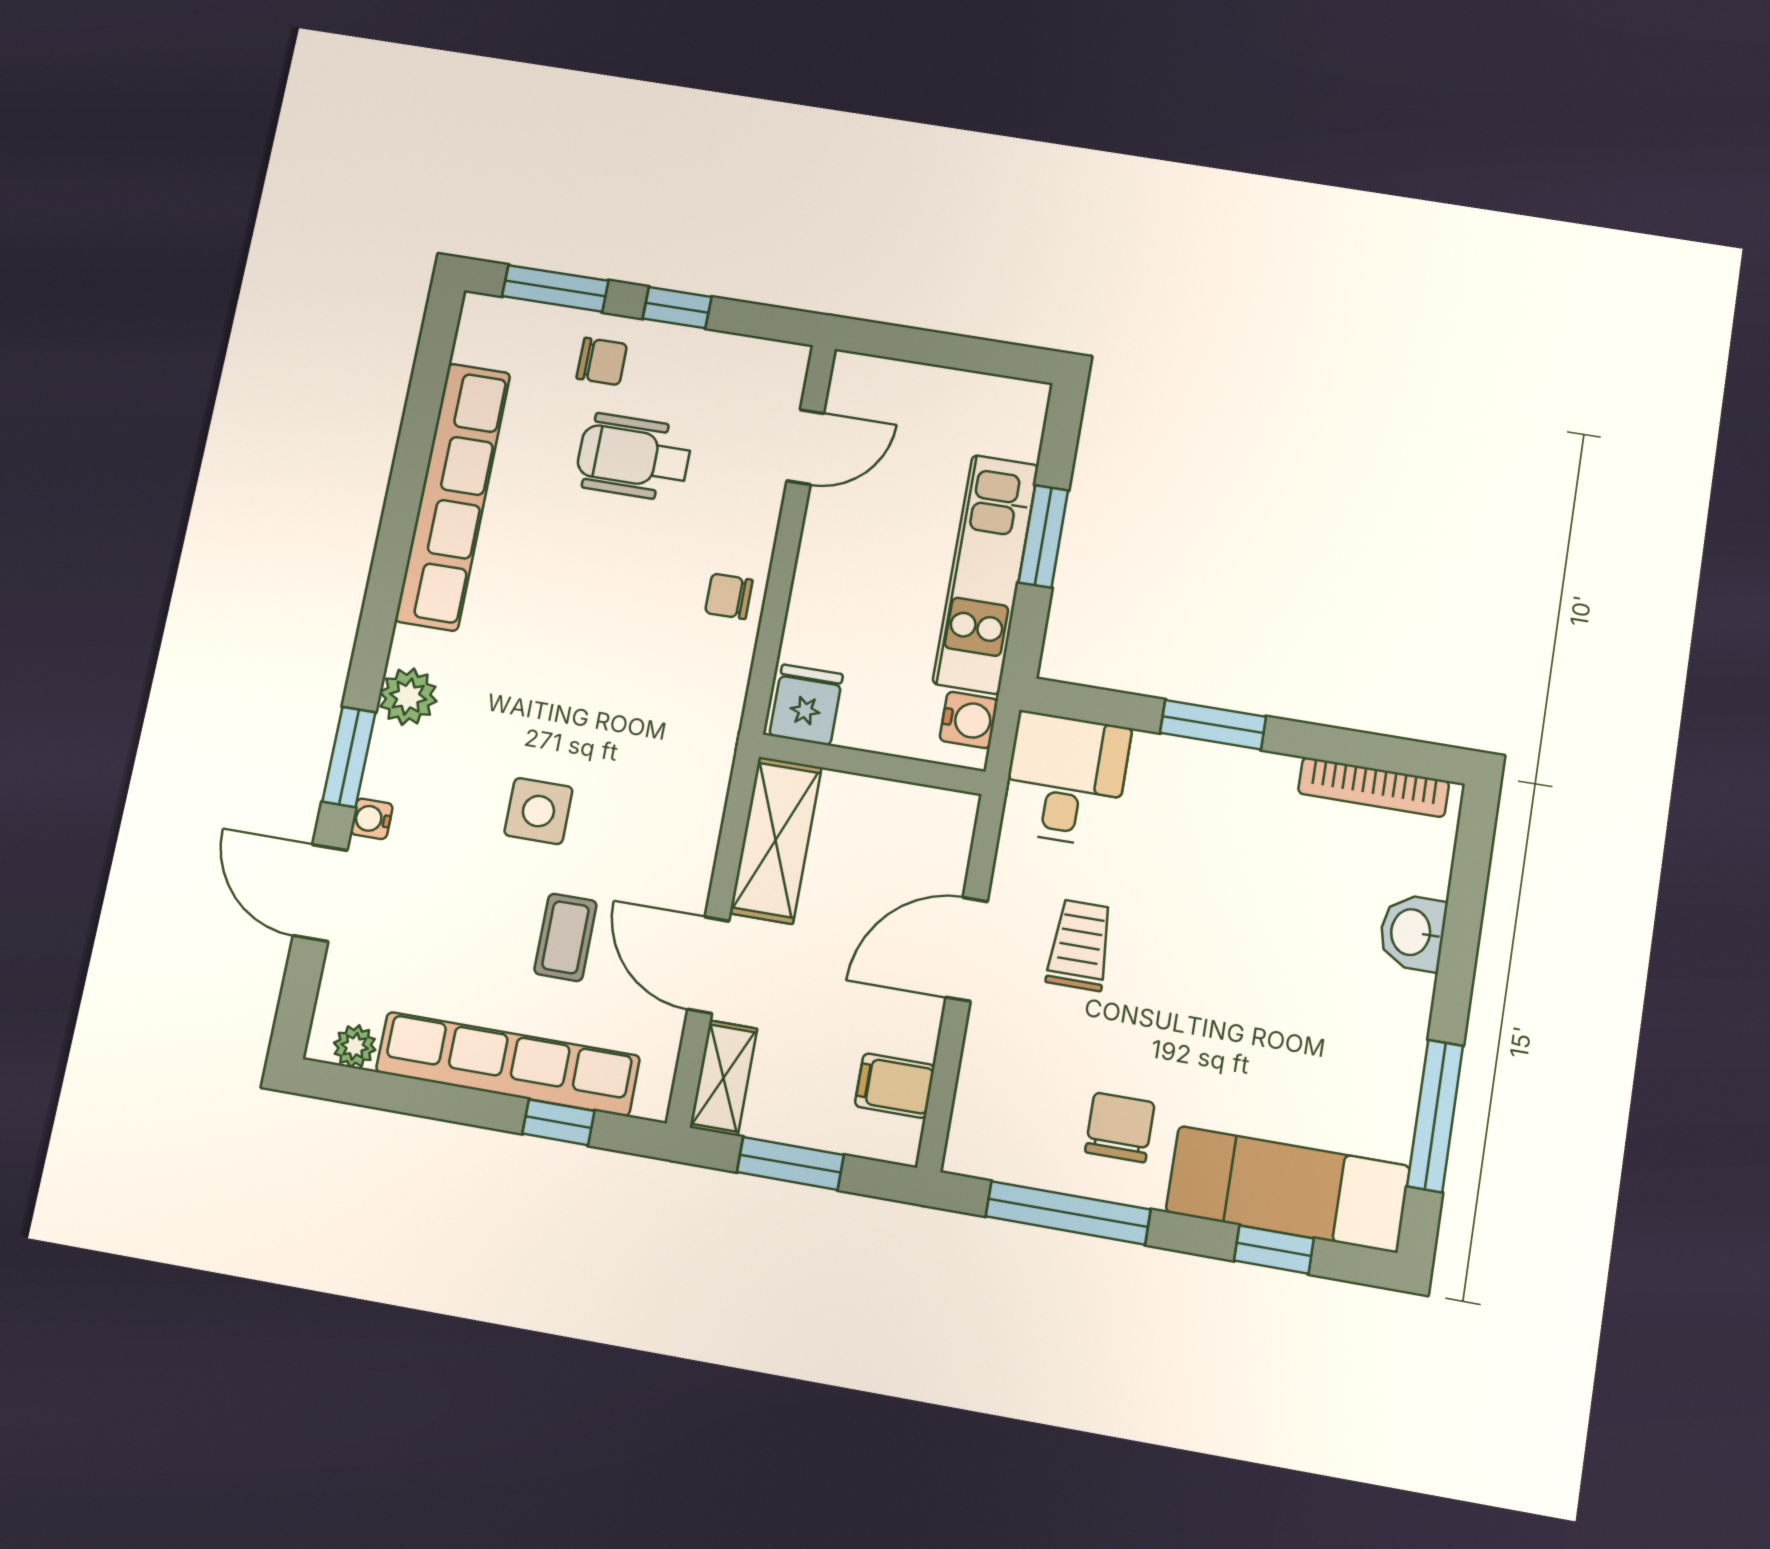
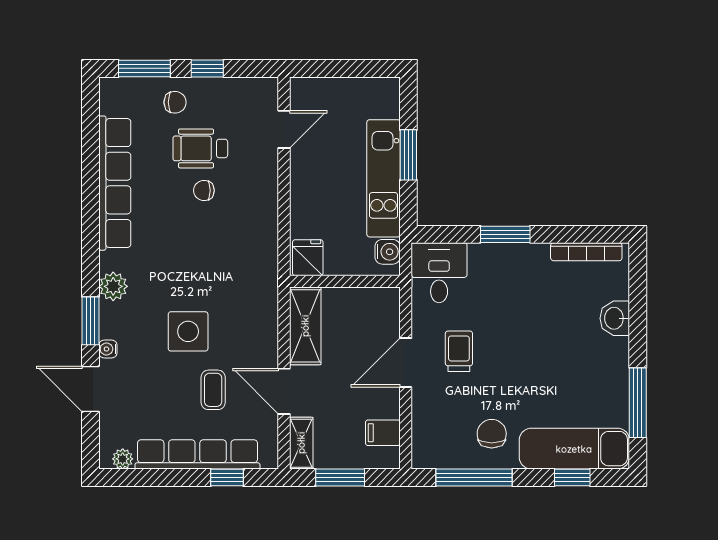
chair: (729, 596) -> (204, 190), moved
side table: (538, 811) -> (188, 331), width x1.37, depth x1.37

